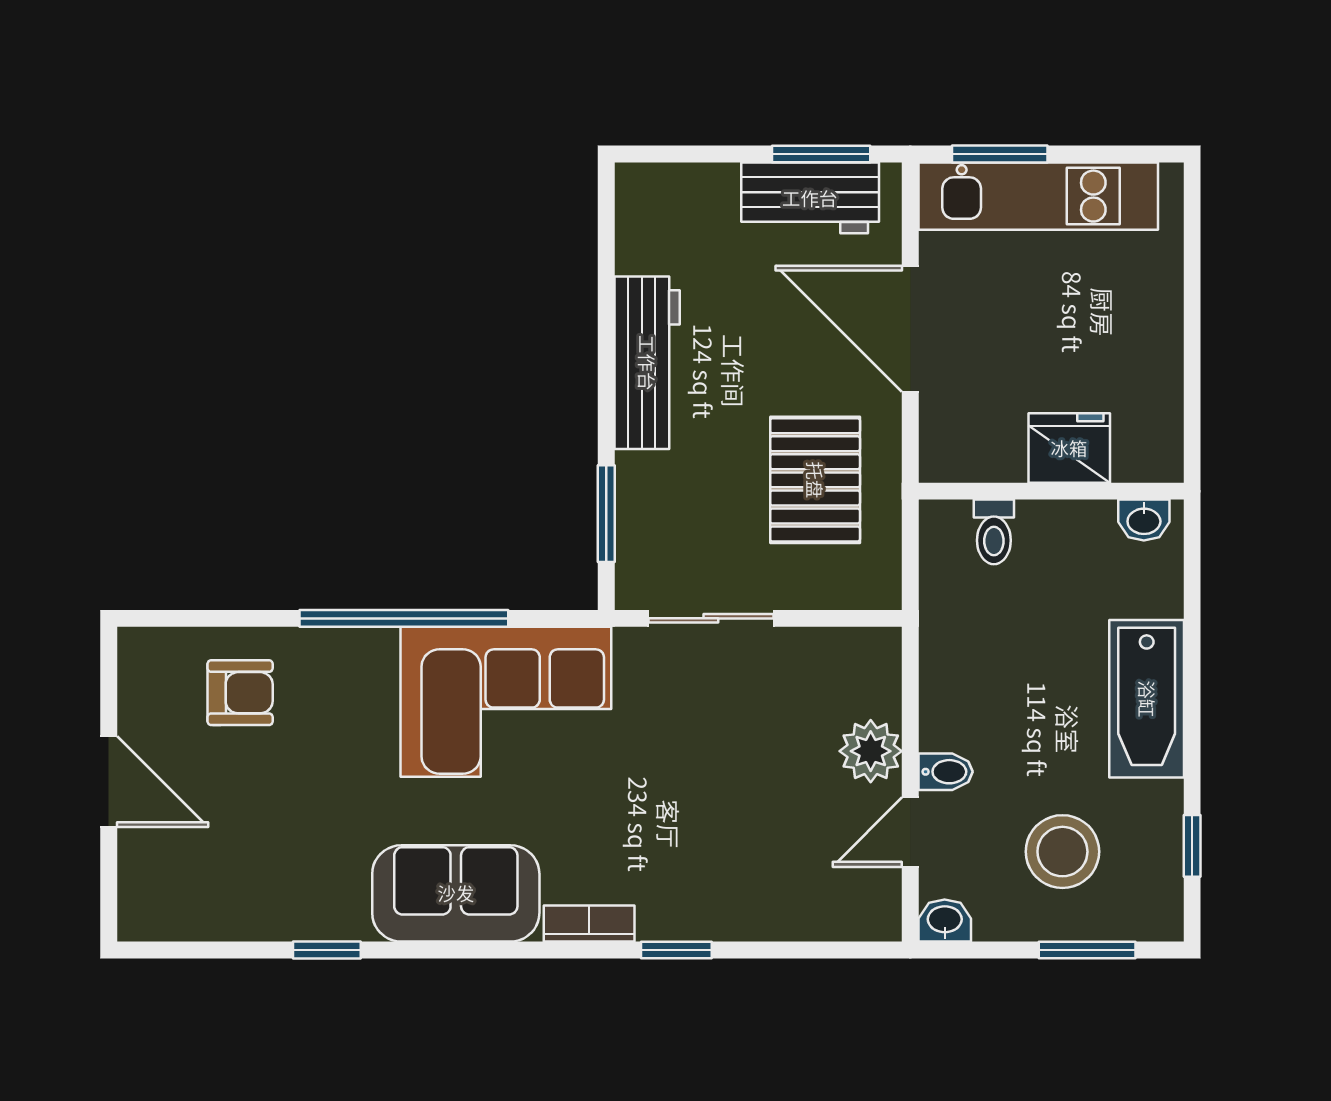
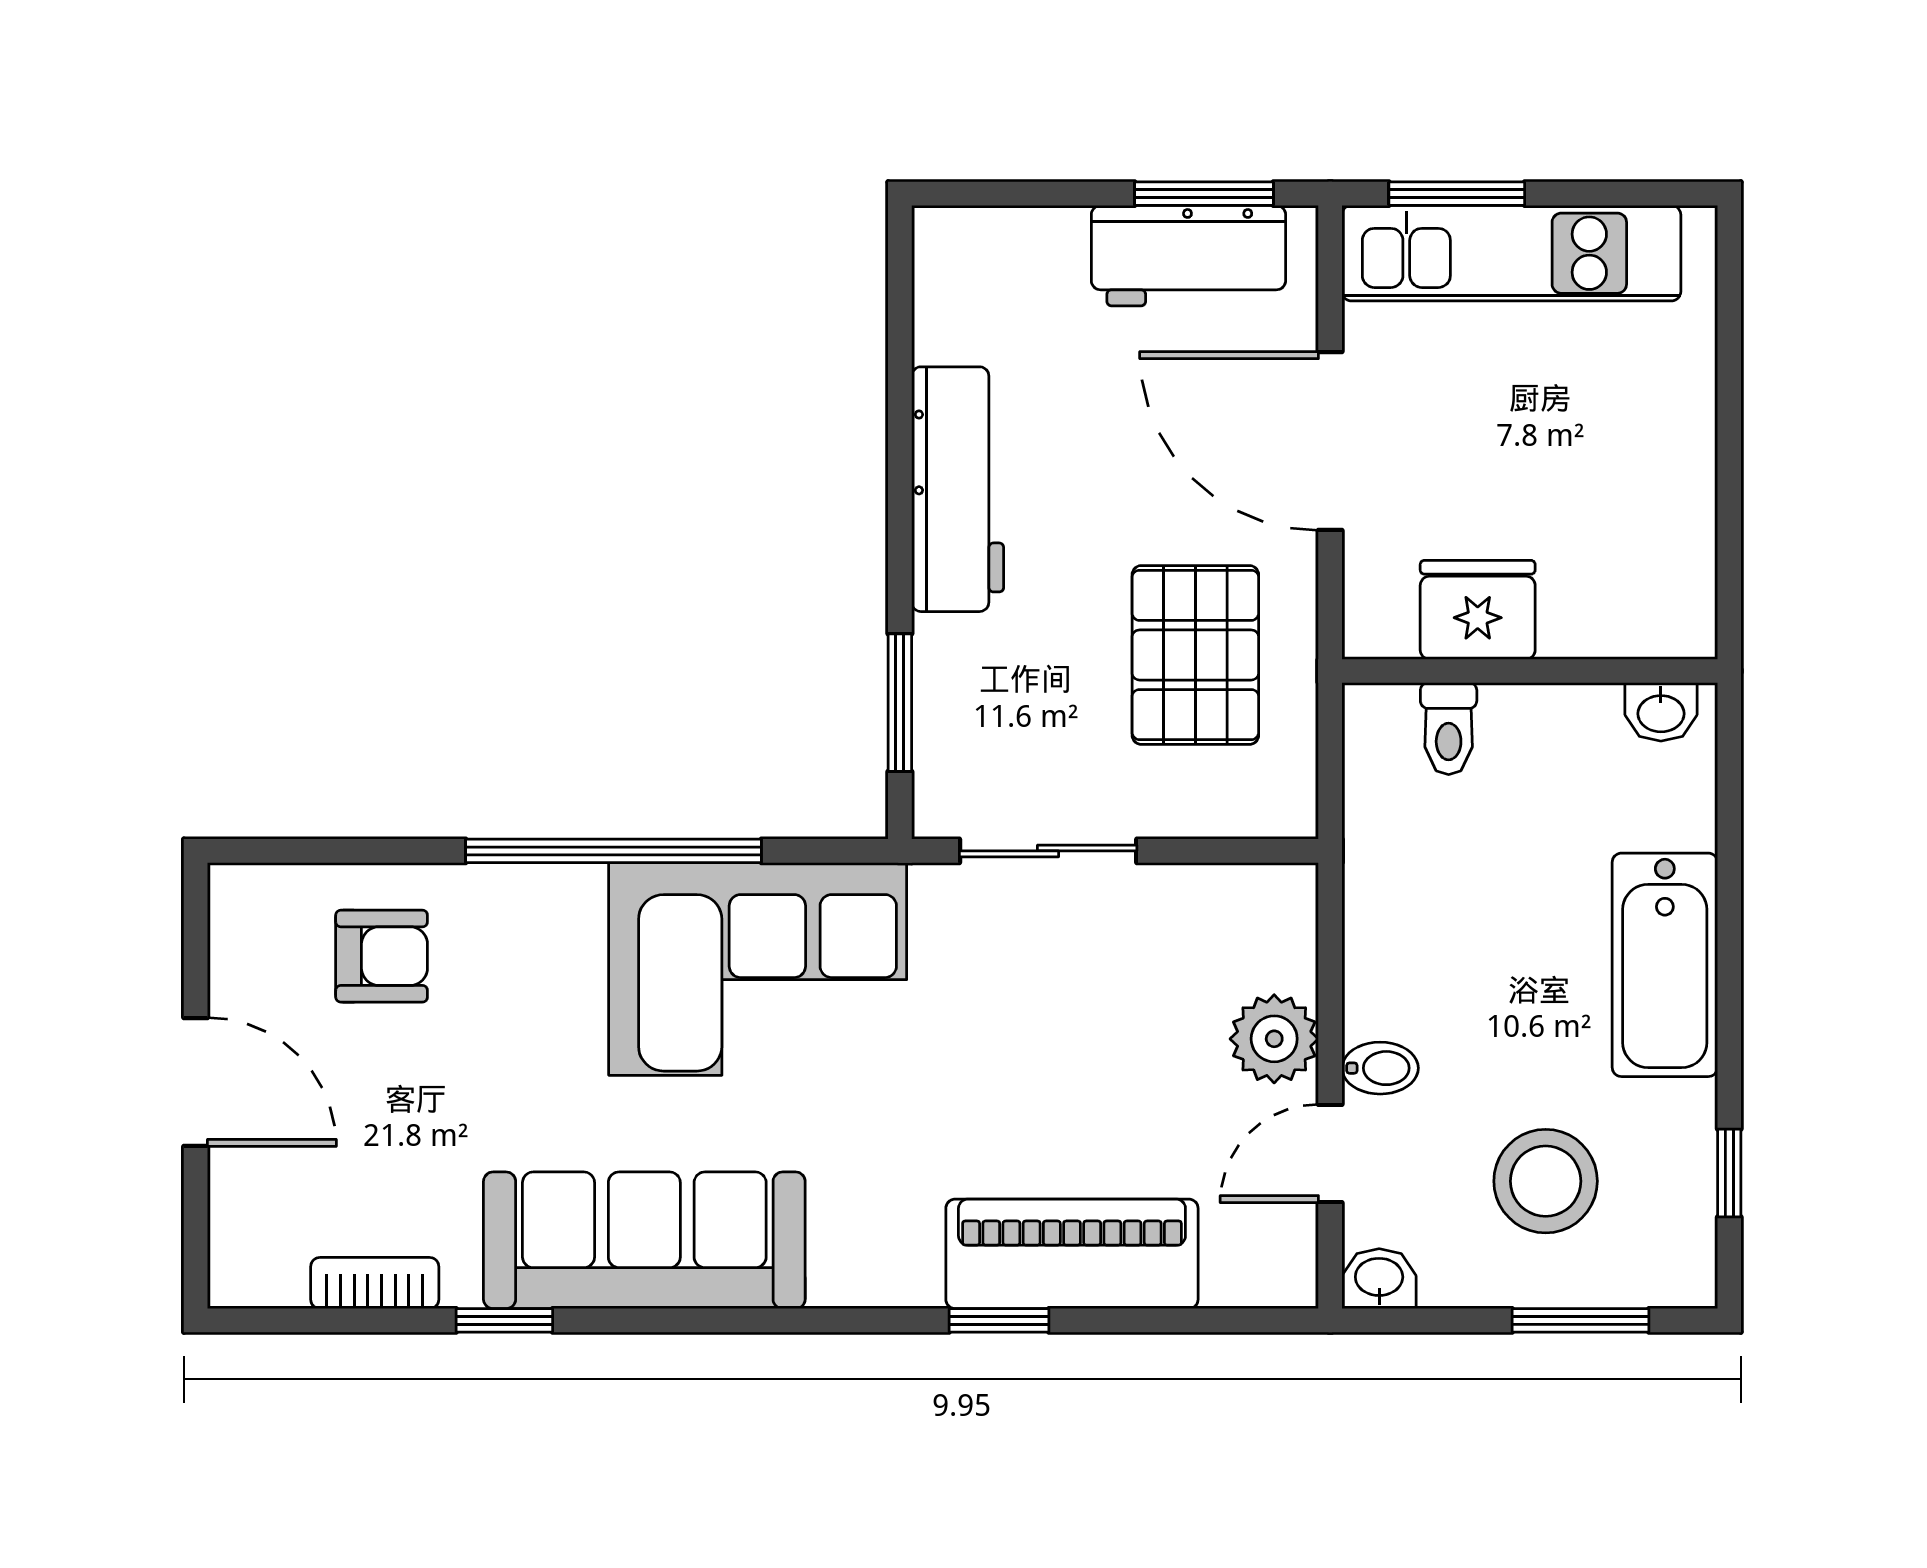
fridge: (1069, 448) -> (1478, 610), moved
sofa: (456, 893) -> (644, 1240), width x1.36
piano: (728, 903) -> (1072, 1254), added
bookcase: (589, 924) -> (375, 1283), moved

